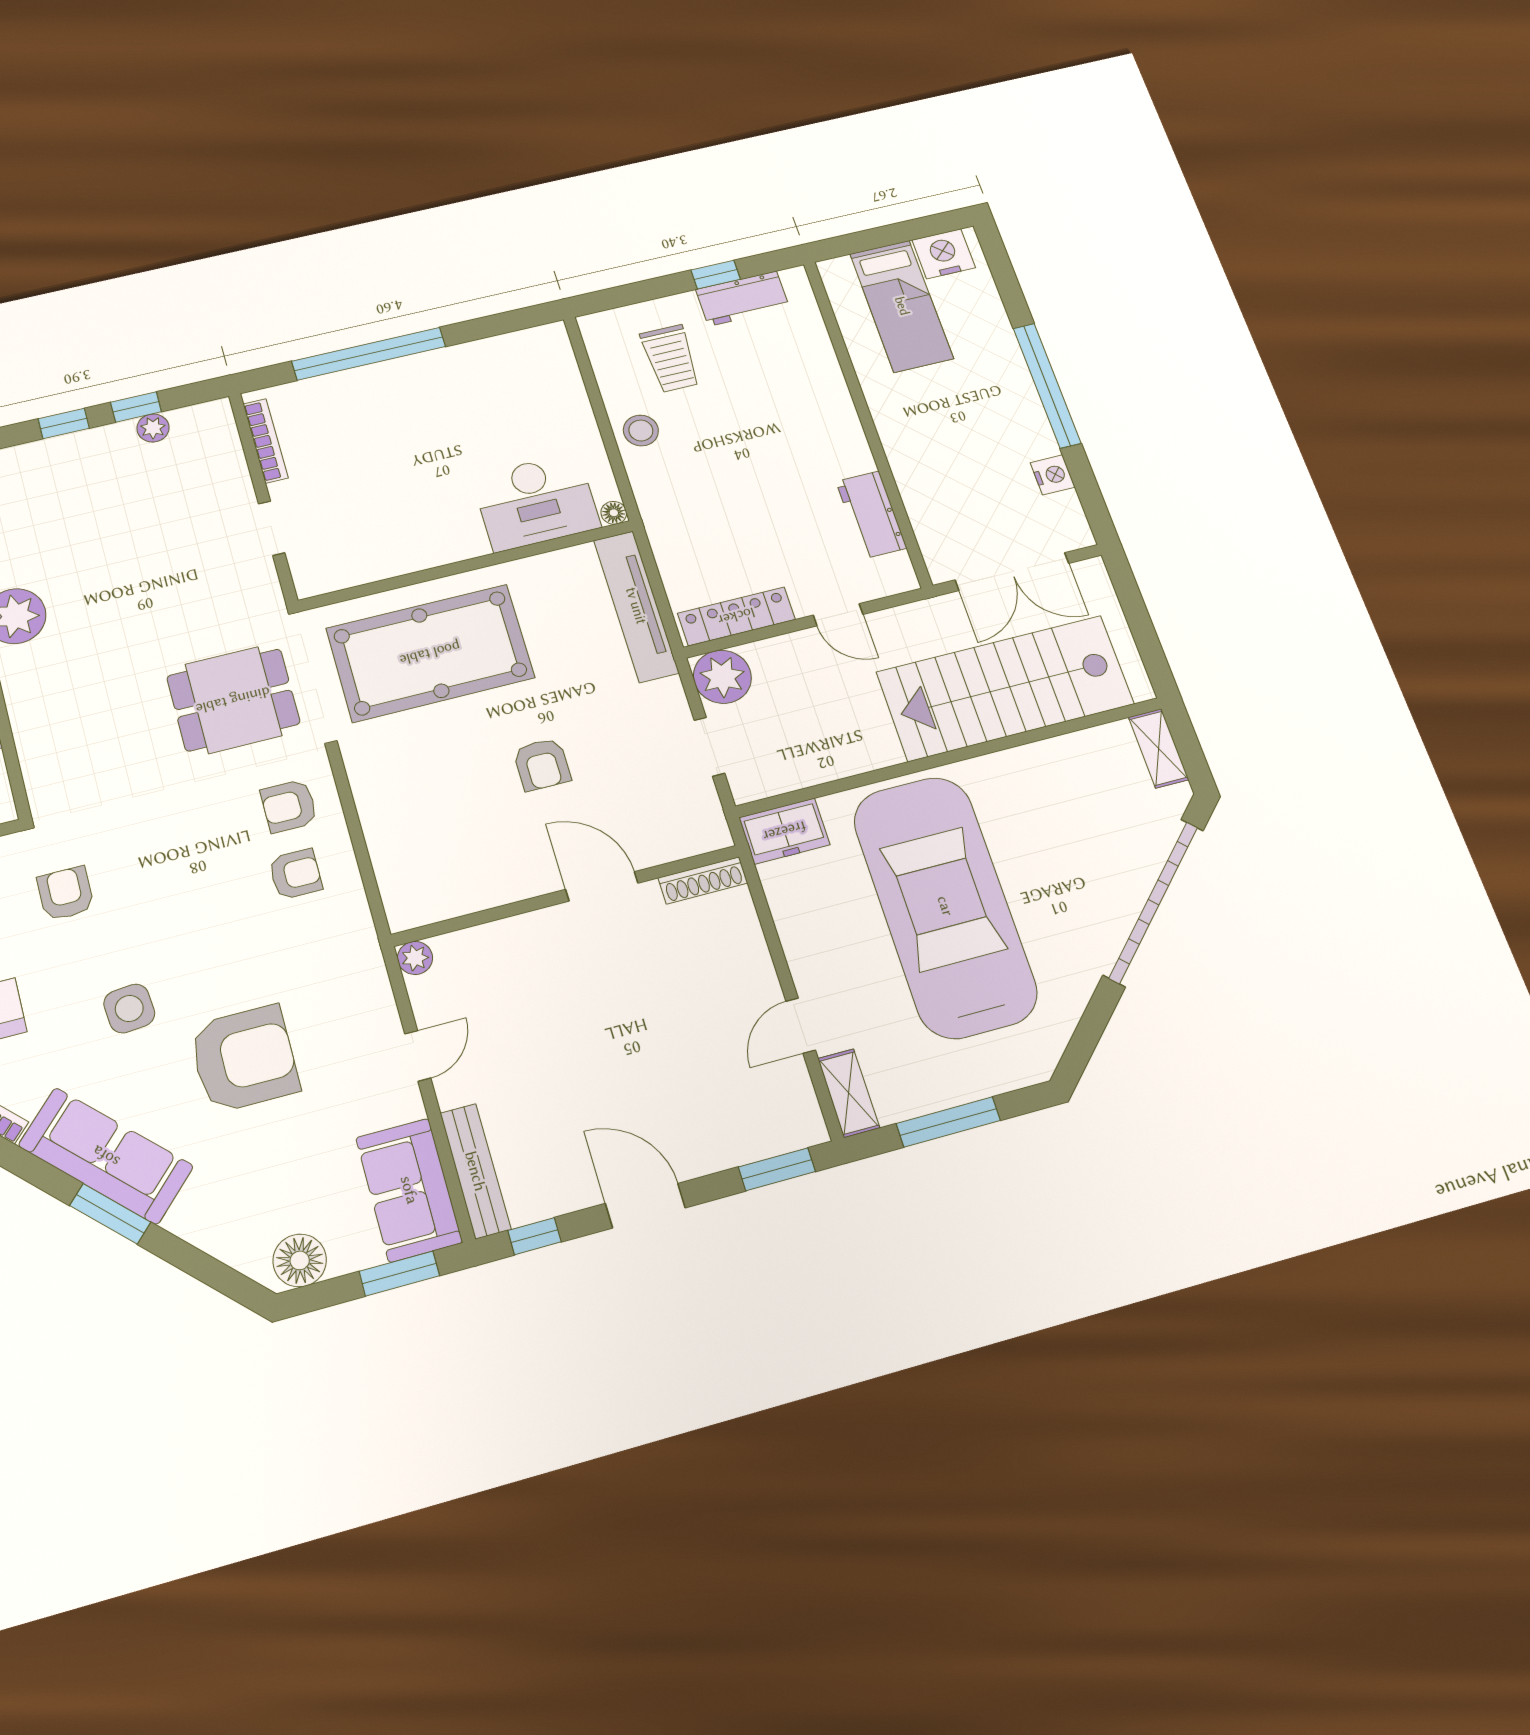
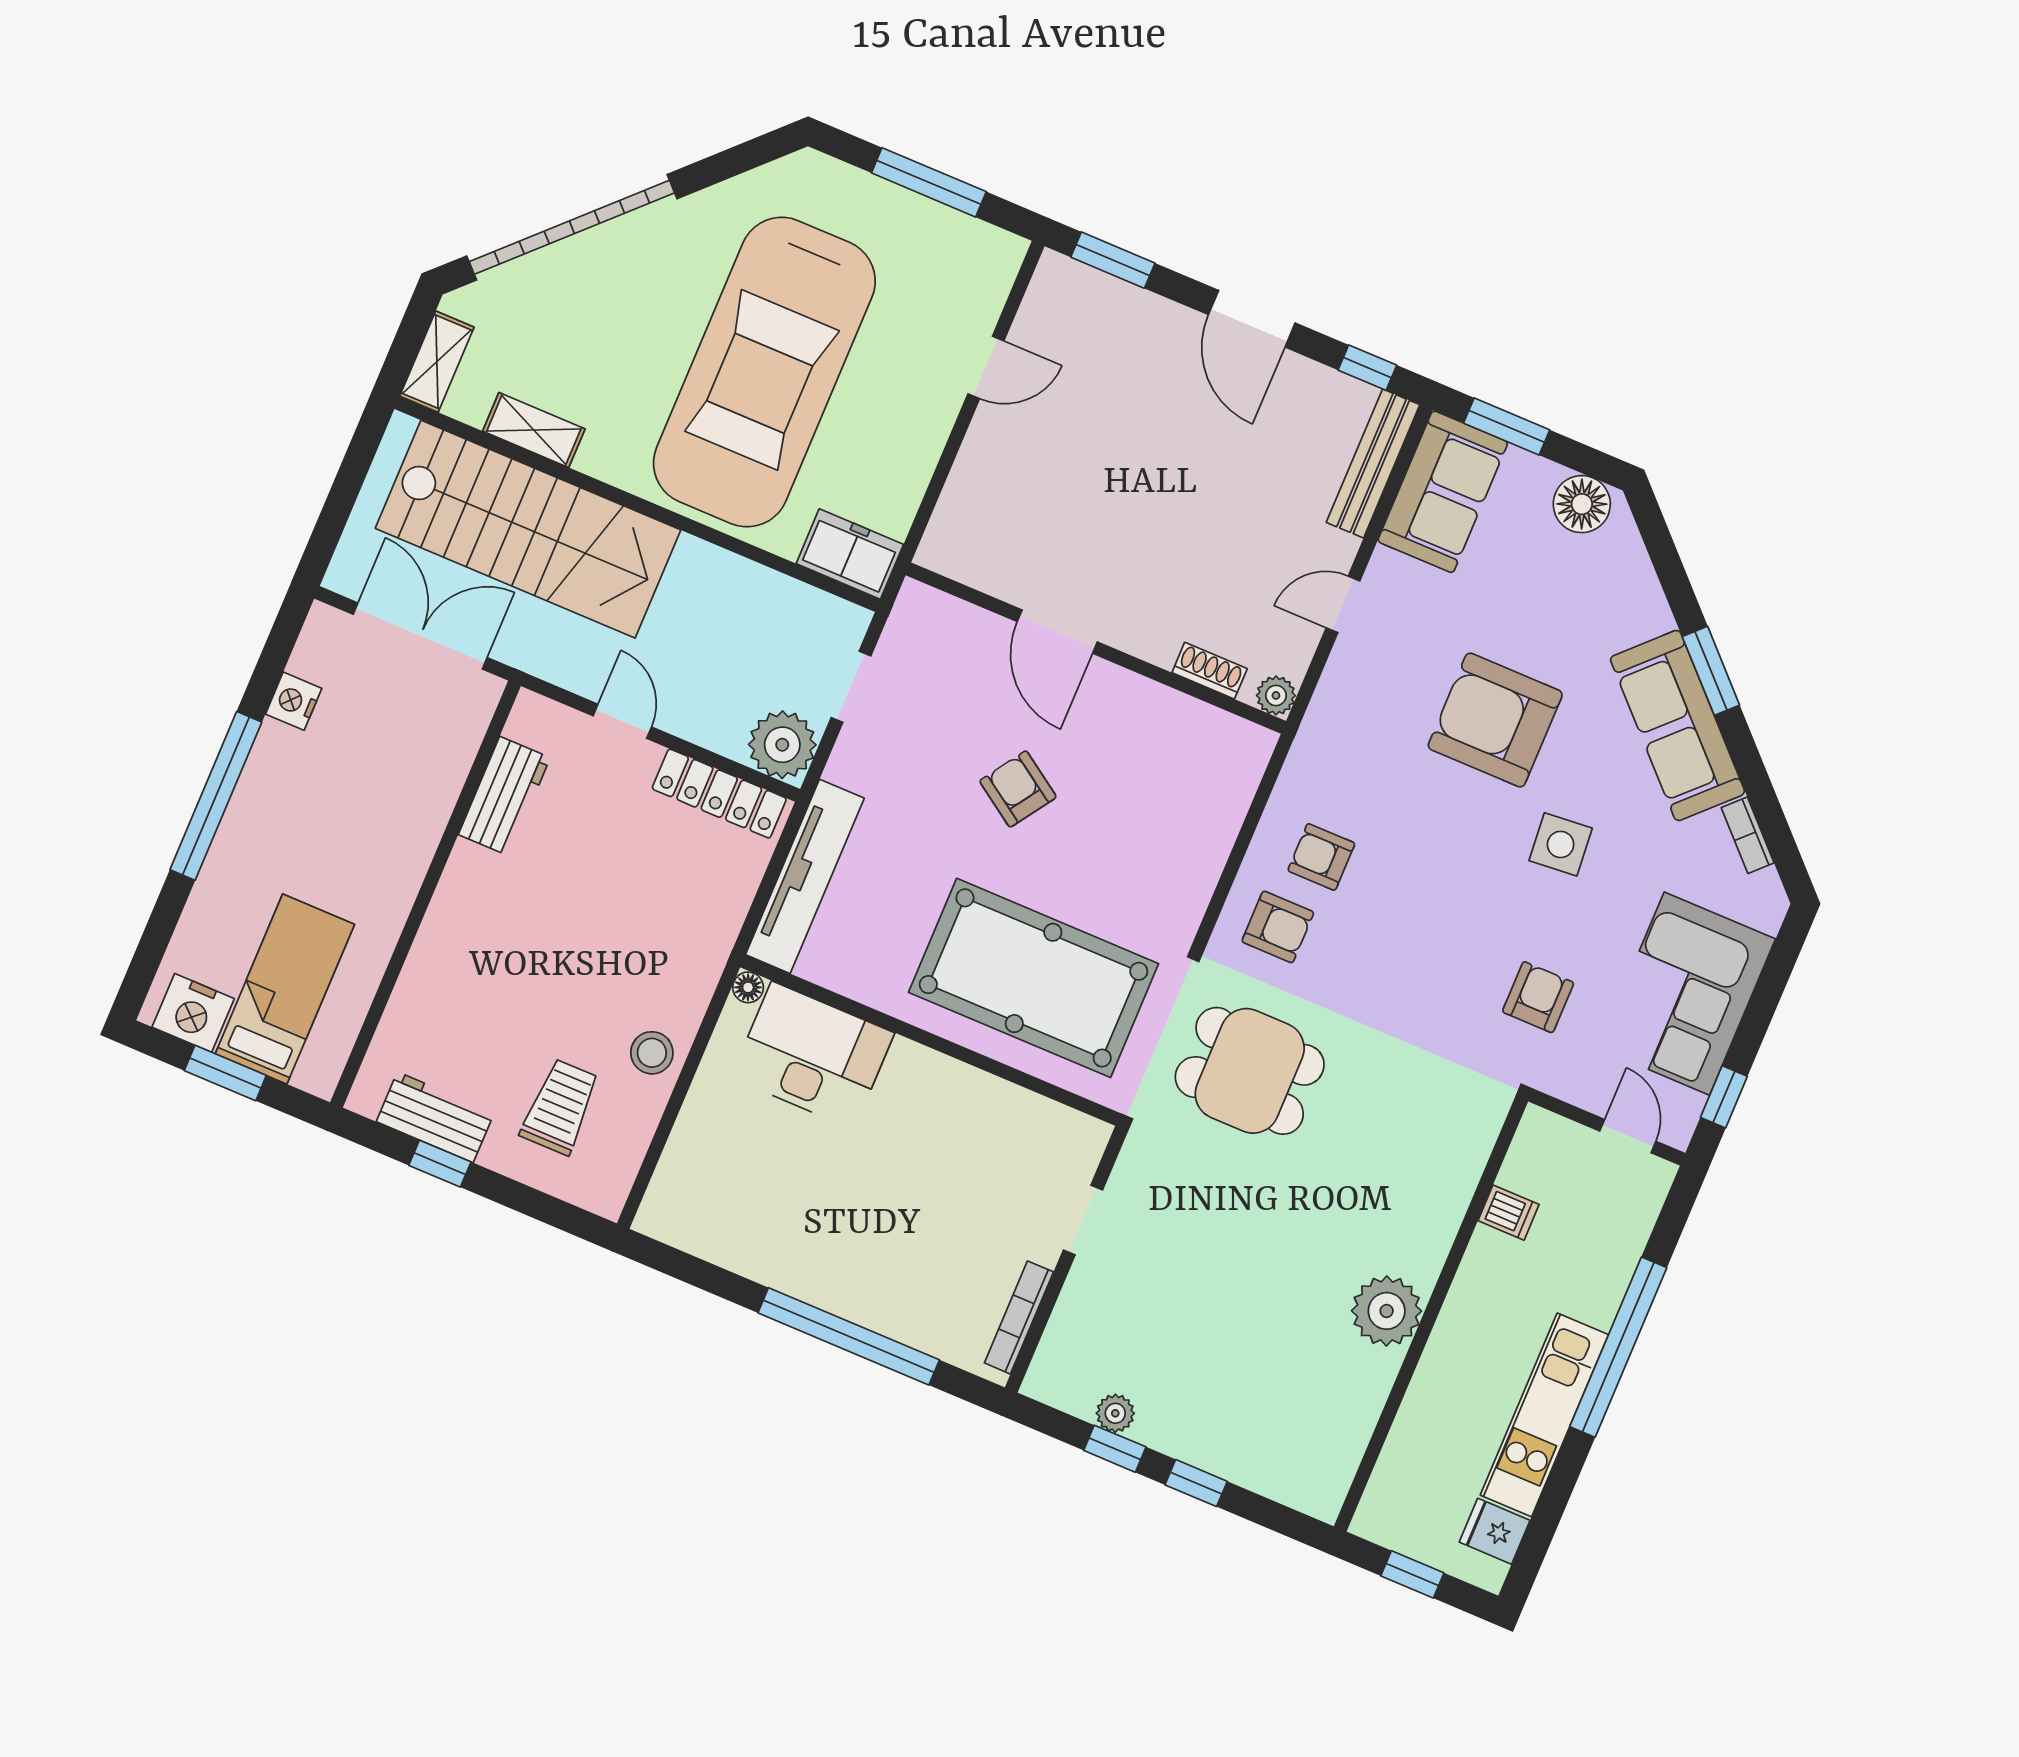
window: (893, 234) -> (225, 1073), added
armchair: (542, 764) -> (1018, 789), turned -56
shoe rack: (703, 880) -> (1210, 671), moved, width x0.70
armchair: (65, 893) -> (1538, 997), turned 180
shelving: (849, 1093) -> (534, 430), moved, turned 90

